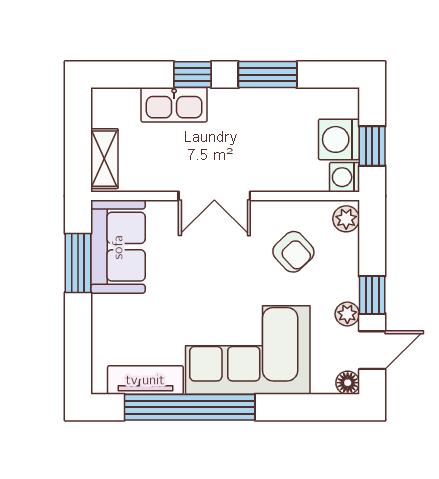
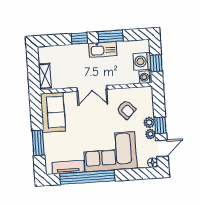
kitchen sink: (174, 105) -> (103, 49), moved
plant: (346, 219) -> (149, 122), moved
window: (78, 263) -> (38, 143), moved

